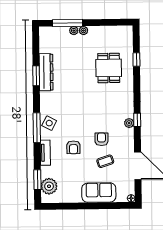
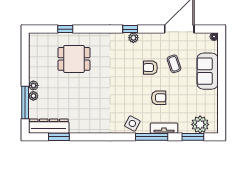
dresser: (46, 72) -> (49, 126), moved
window: (36, 76) -> (59, 137), moved
window: (37, 128) -> (152, 137), moved

